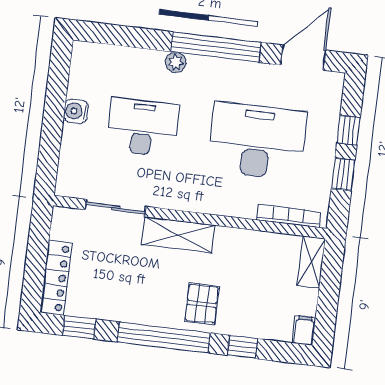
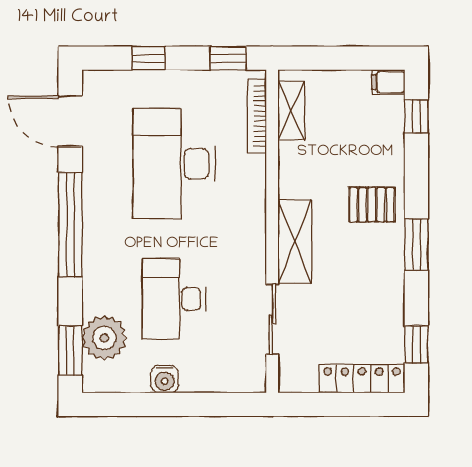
window: (110, 34) -> (70, 351), added
plant: (176, 62) -> (104, 338), moved, width x1.87, depth x1.87
window: (343, 174) -> (228, 58), moved
shelving: (311, 262) -> (291, 111), moved, turned 90
window: (164, 337) -> (416, 245), width x0.47
window: (242, 347) -> (416, 116), moved

